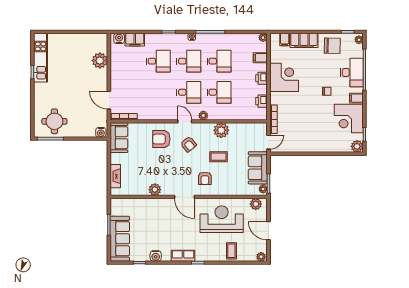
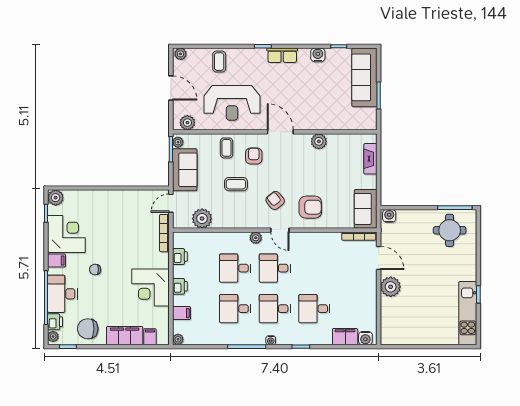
printer: (357, 51) -> (55, 322), added
plant: (100, 61) -> (391, 287), moved
plant: (221, 130) -> (202, 219), moved
coffee table: (226, 185) -> (227, 148), added

